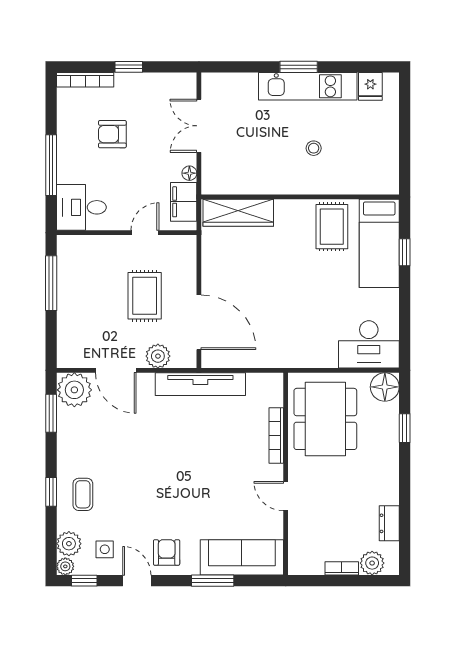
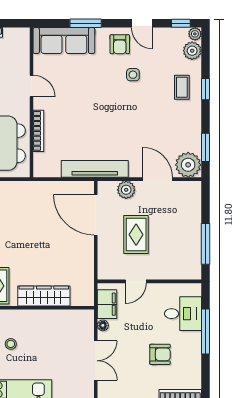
desk: (81, 207) -> (183, 314), moved
wardrobe: (238, 213) -> (44, 296), moved
side table: (105, 549) -> (133, 75), moved

